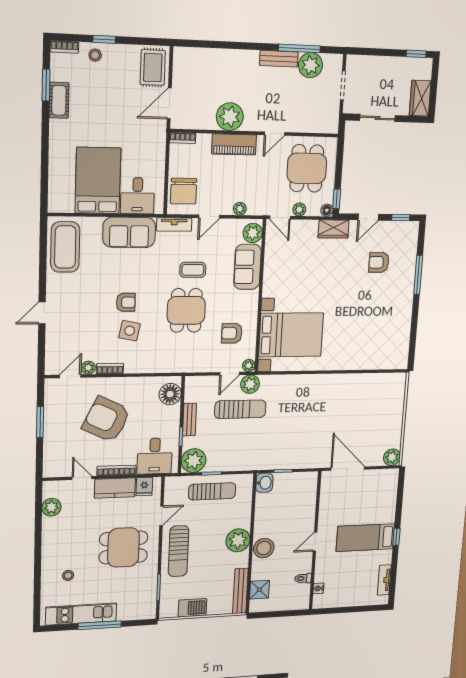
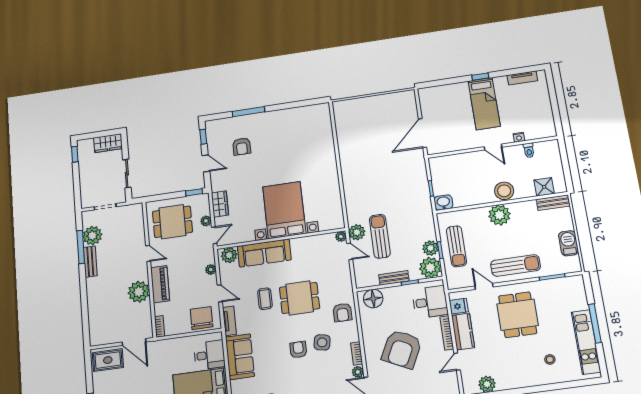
chair: (184, 191) -> (202, 318), turned -90
floor lamp: (327, 210) -> (204, 198), removed
wardrobe: (334, 229) -> (220, 204), moved
sofa: (247, 267) -> (264, 253), width x1.36
armchair: (232, 333) -> (342, 312), moved
bed with nightstands: (291, 335) -> (284, 210), moved
plant: (392, 457) -> (430, 248), moved
sun lounger: (212, 491) -> (457, 246), turned 180
nightstand: (318, 588) -> (519, 137), moved
bench: (240, 591) -> (553, 203), width x0.73

